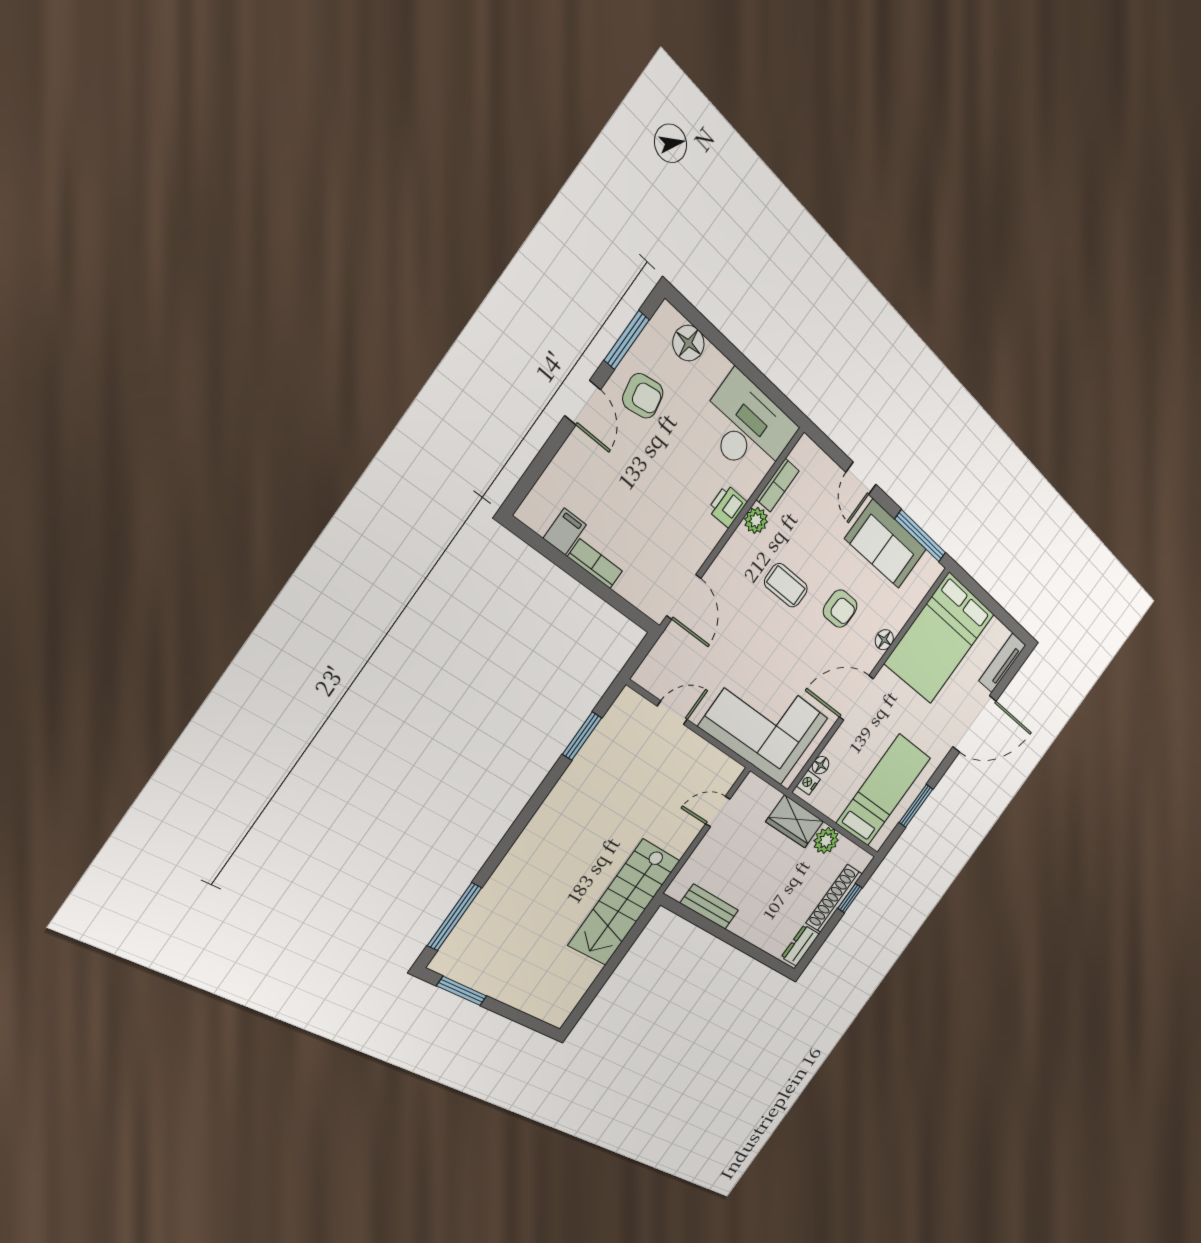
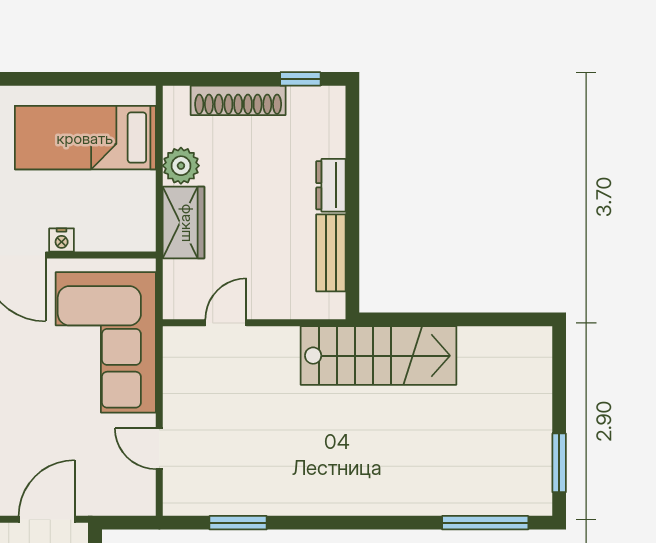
floor lamp: (820, 765) -> (107, 240), removed
nightstand: (808, 783) -> (62, 240), moved
window: (916, 806) -> (76, 79), removed
door: (718, 811) -> (226, 323), swing flipped
window: (850, 898) -> (300, 79), moved
dresser: (800, 946) -> (331, 185), moved, turned 90

